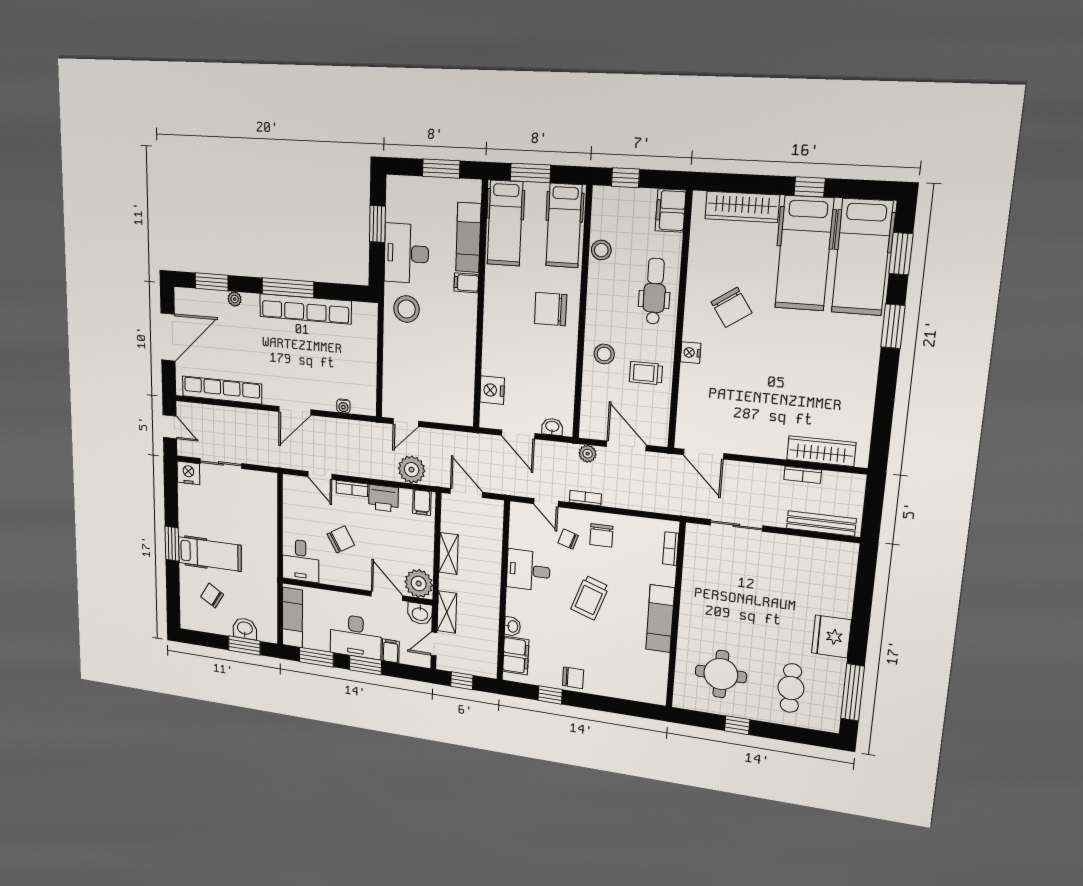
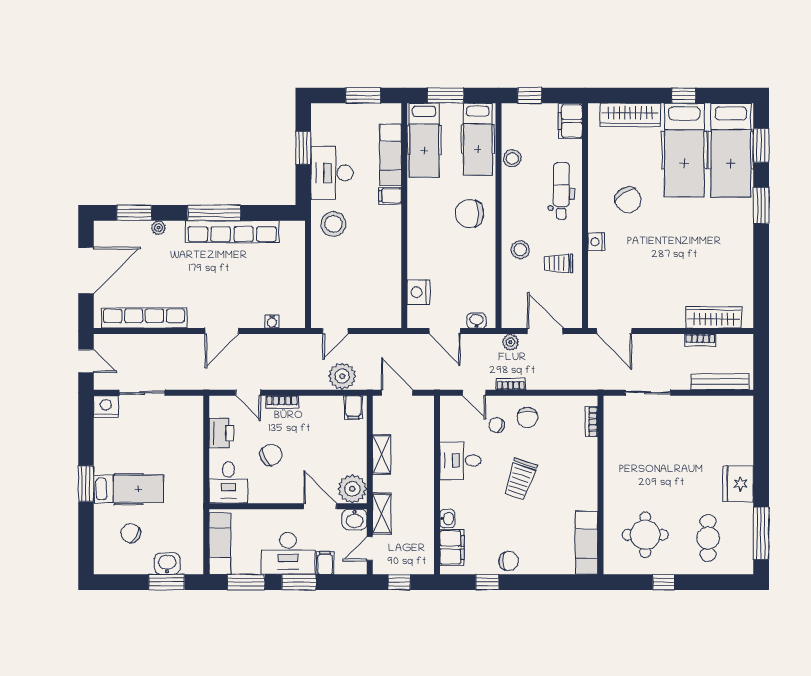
printer: (383, 498) -> (221, 433), moved, turned -90
exam couch: (660, 619) -> (587, 543), moved

